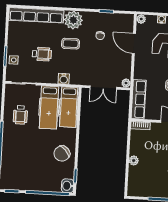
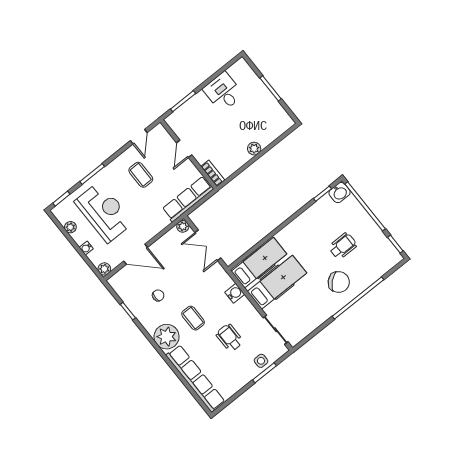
door: (134, 43) -> (136, 254), hinge flipped
double door: (103, 88) -> (208, 245), swing flipped
wheelchair: (20, 115) -> (343, 246), moved
chair: (62, 154) -> (339, 282), moved

